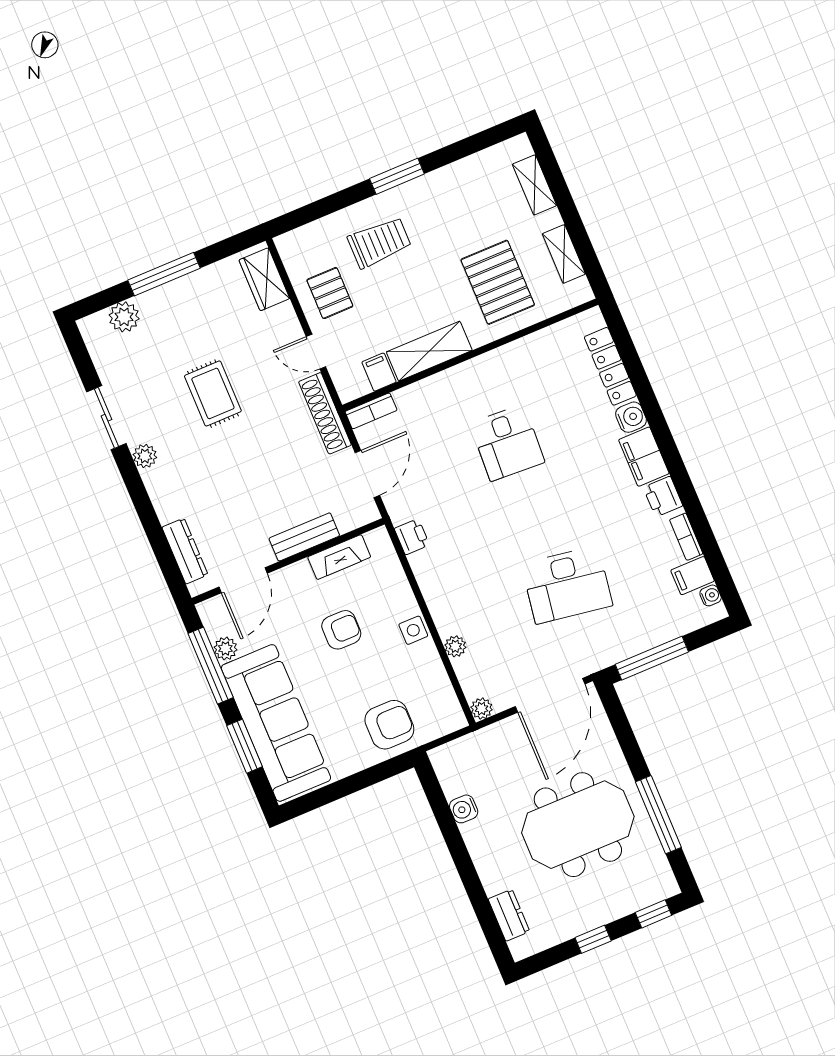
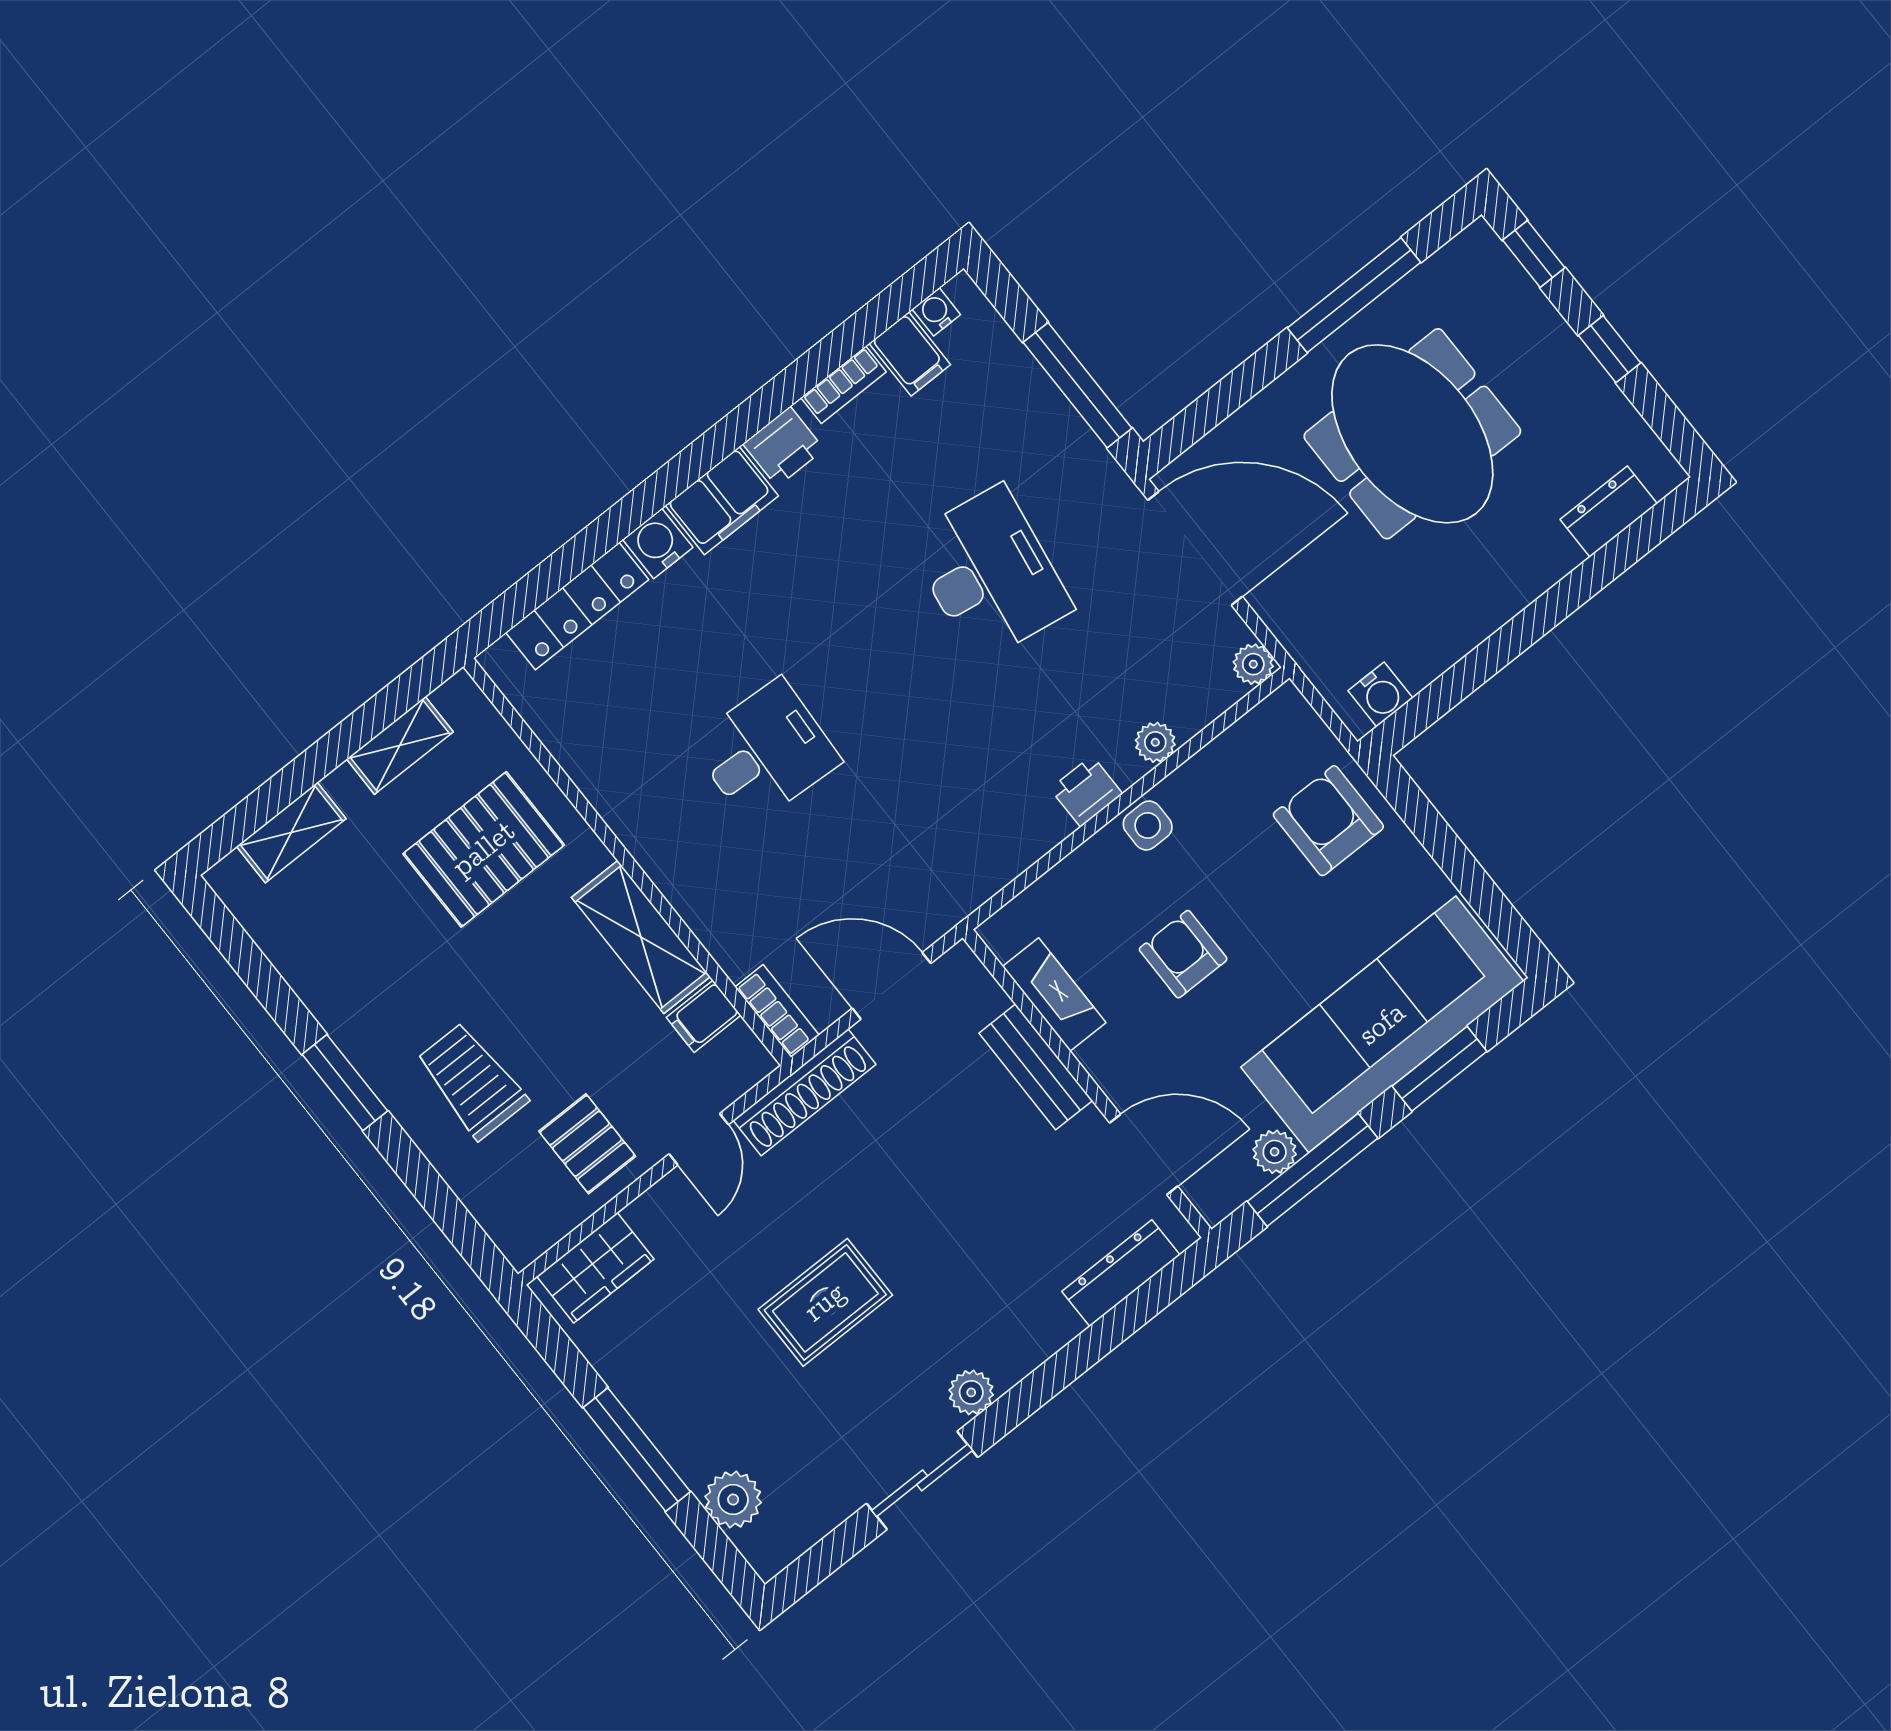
pallet: (330, 293) -> (587, 1144), turned 90
printer: (412, 537) -> (1086, 791), moved
water cooler: (464, 809) -> (1380, 694), moved

